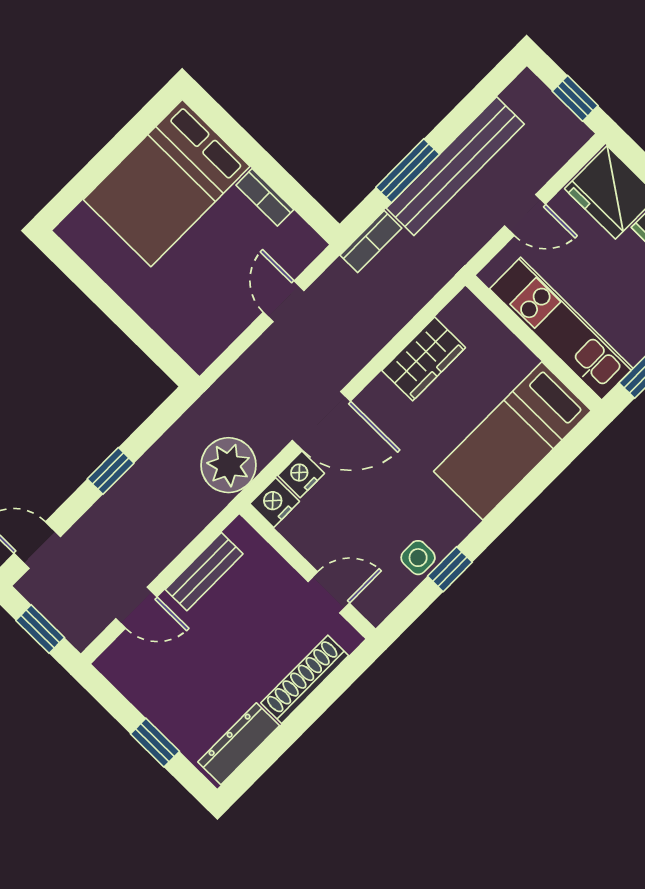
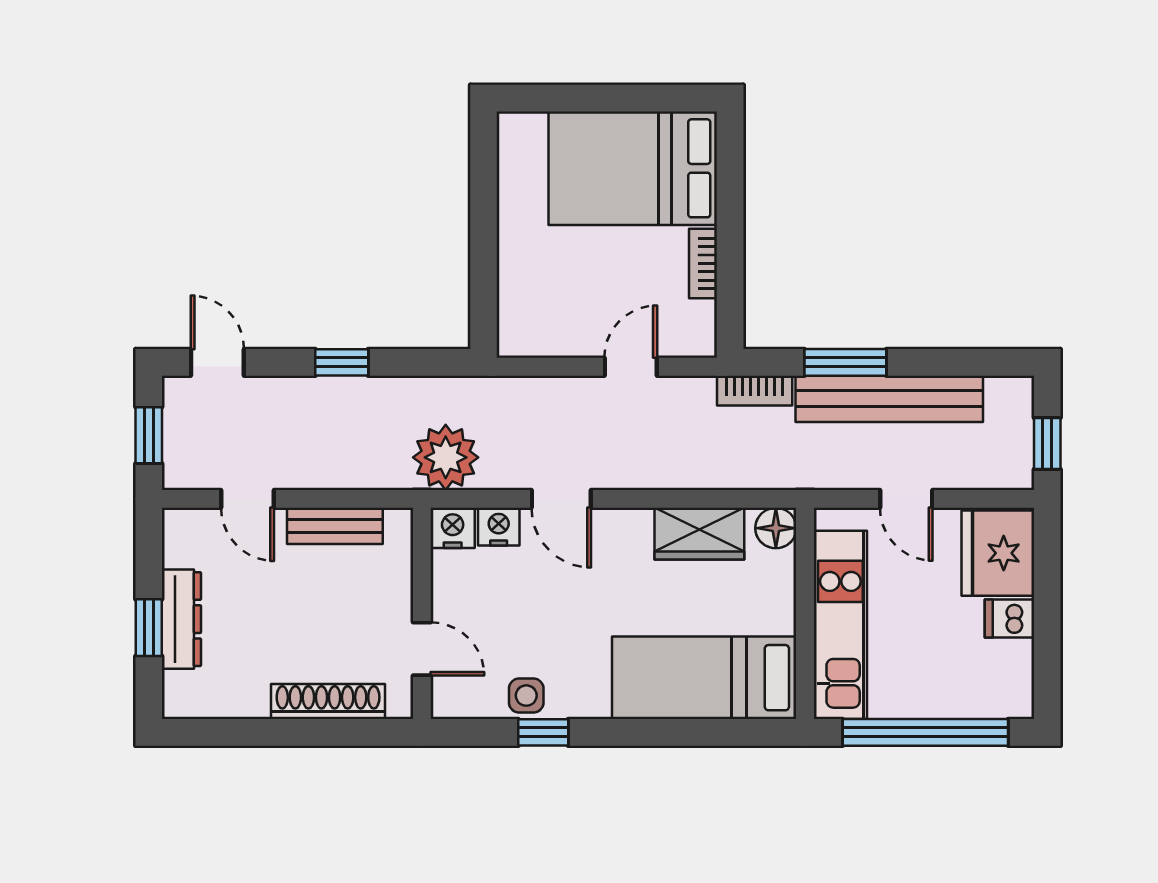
floor lamp: (465, 310) -> (776, 528), added
door: (321, 421) -> (561, 499), width x0.73
dresser: (239, 744) -> (181, 619), moved, turned 90

